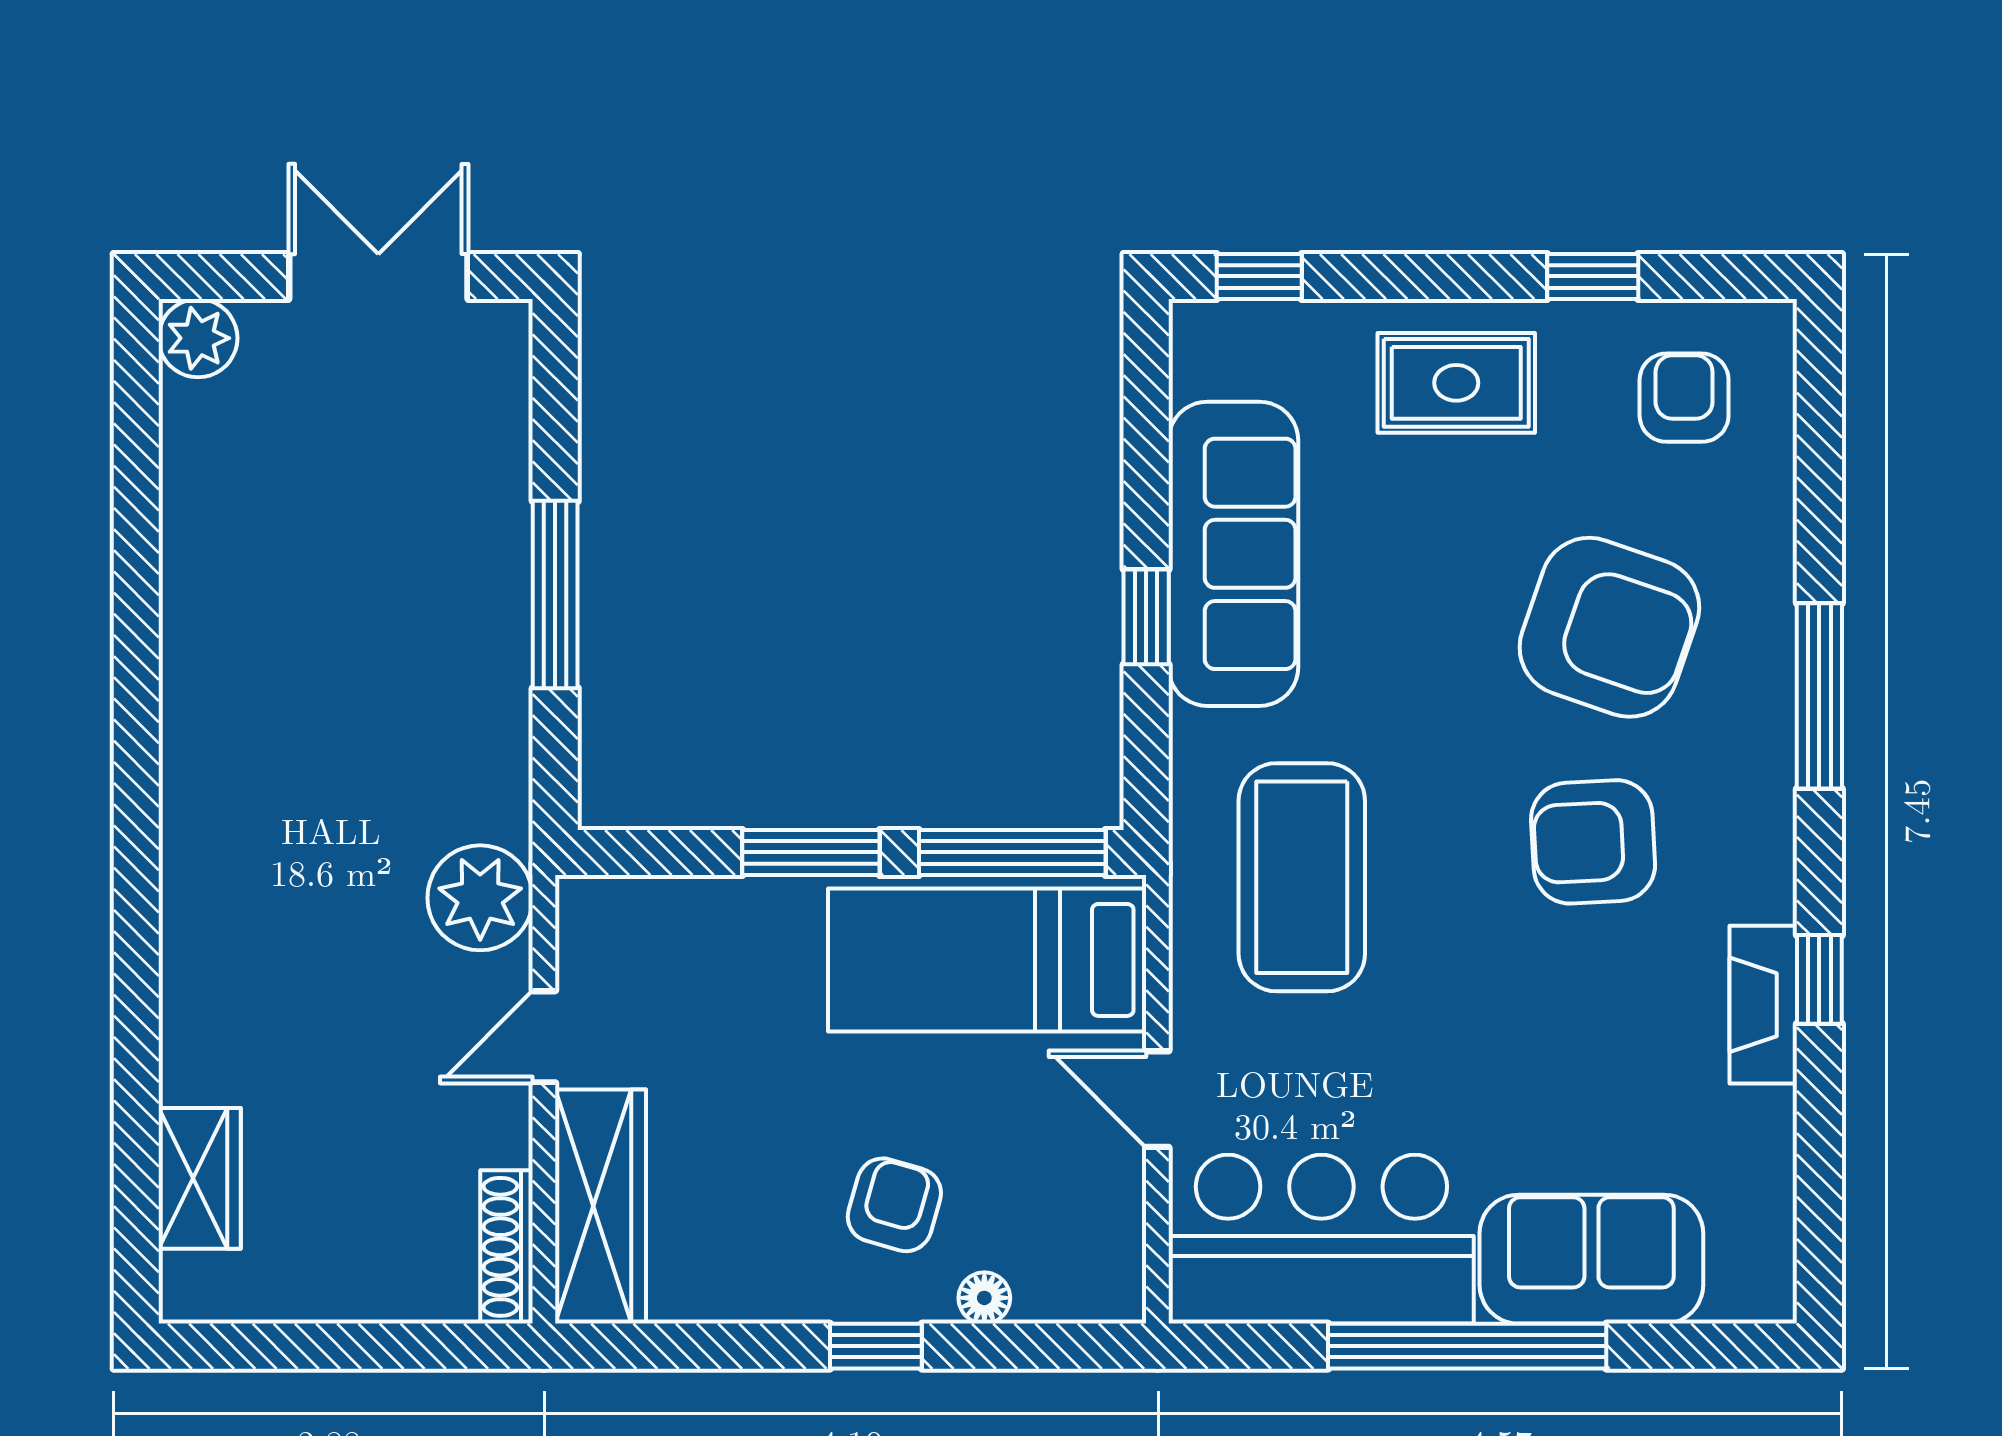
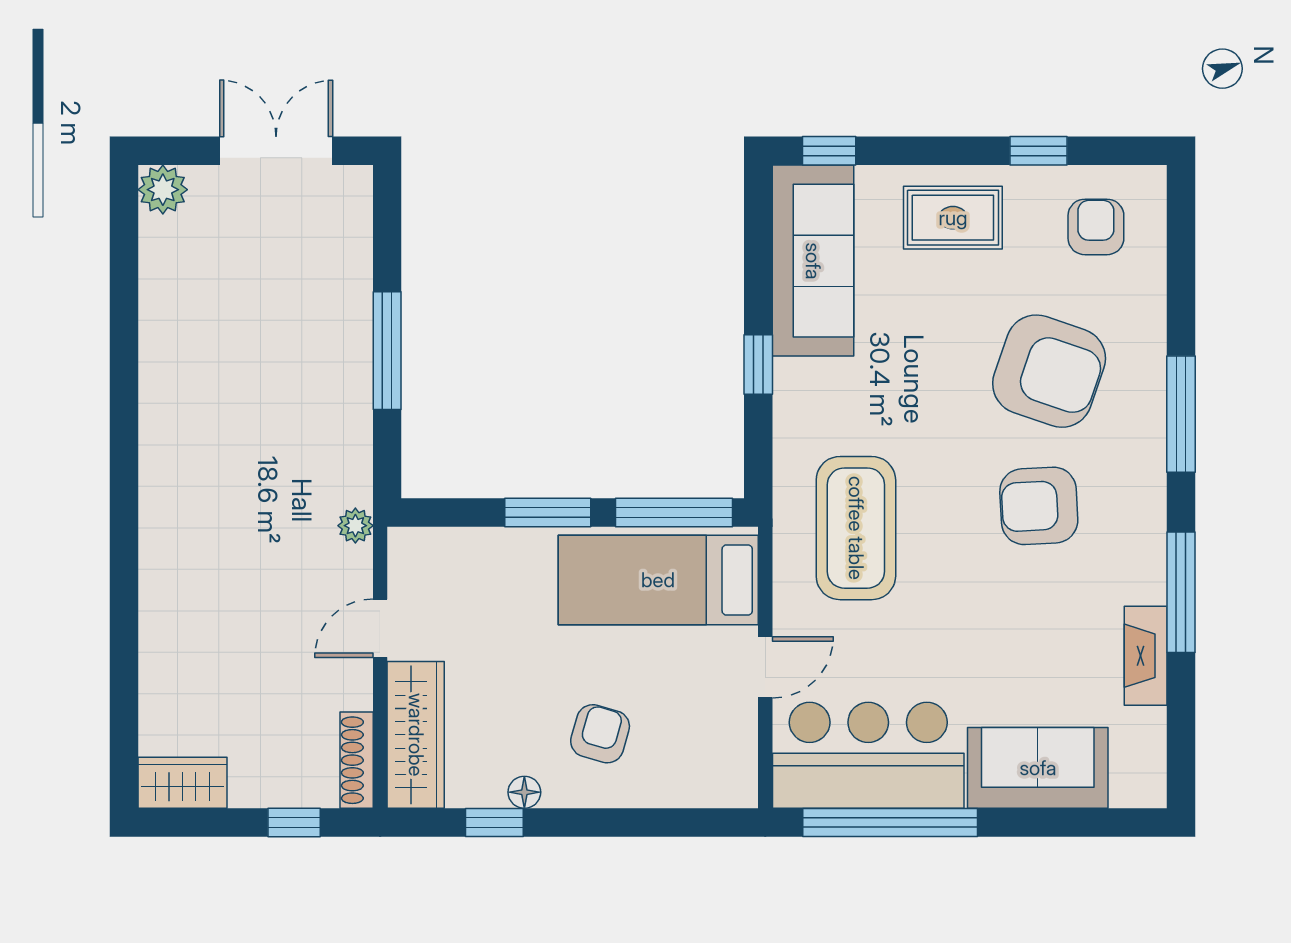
sofa: (1233, 554) -> (813, 261), moved
plant: (480, 898) -> (355, 526), width x0.53, depth x0.53
window: (1819, 979) -> (1181, 592), width x2.17
fireplace: (1763, 1005) -> (1146, 656), moved
door: (1157, 1099) -> (765, 667), swing flipped
wardrobe: (200, 1178) -> (182, 783), moved, turned -90
floor lamp: (984, 1298) -> (524, 792), moved
window: (407, 1346) -> (294, 823), added
window: (876, 1346) -> (494, 823), moved
window: (1467, 1346) -> (890, 823), moved

